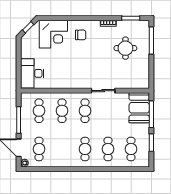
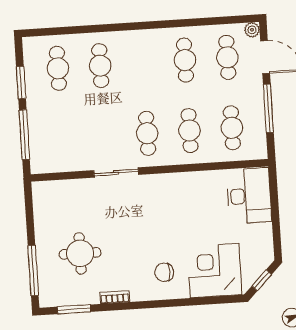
booth: (139, 108) -> (48, 145), removed
cafe table: (85, 149) -> (185, 60), moved

